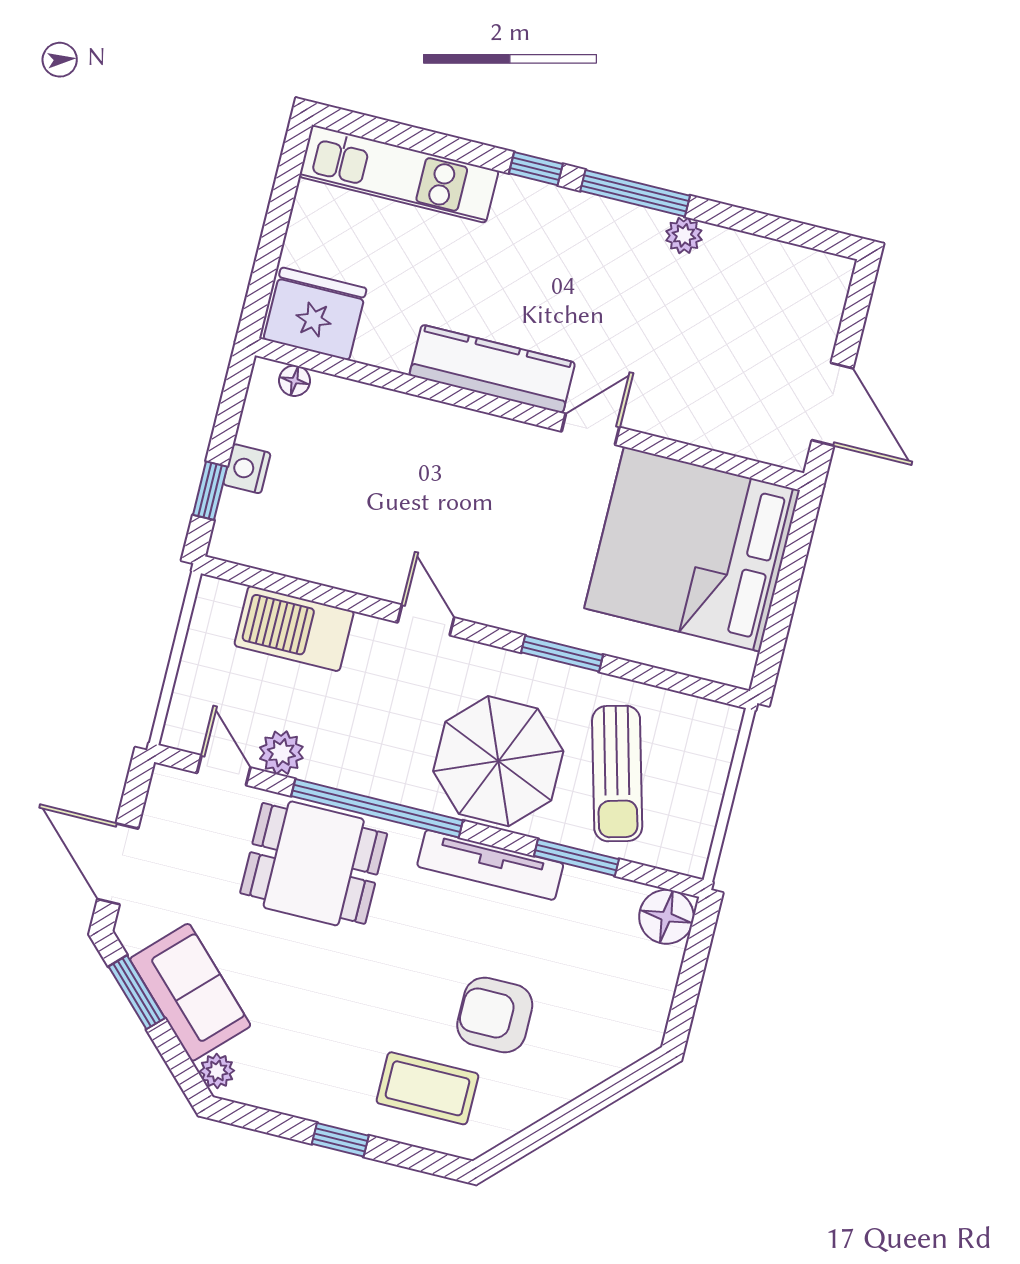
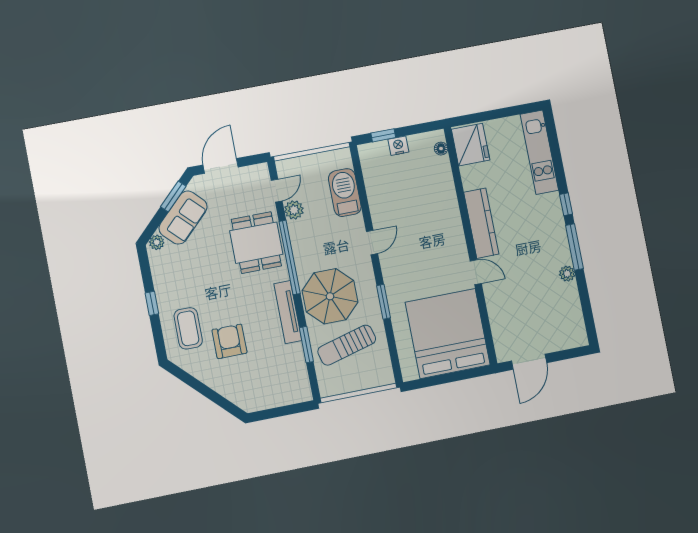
floor lamp: (666, 917) -> (299, 391), removed

